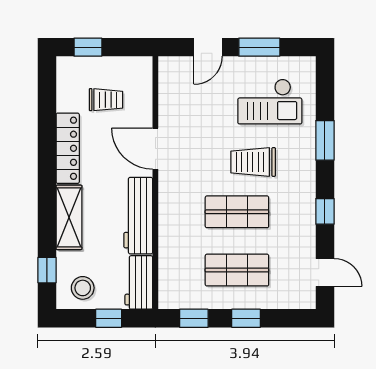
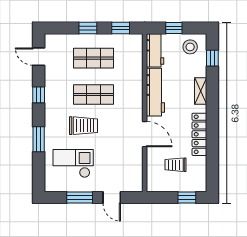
door: (208, 47) -> (112, 198), swing flipped
shelving: (69, 217) -> (201, 91), width x0.67, depth x0.75

